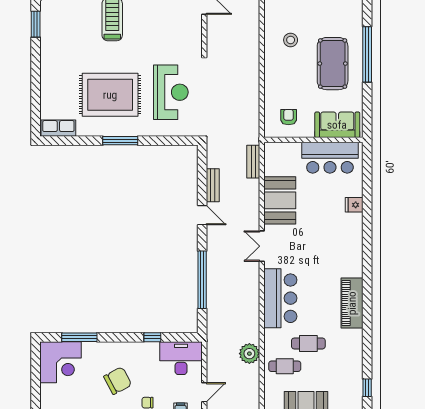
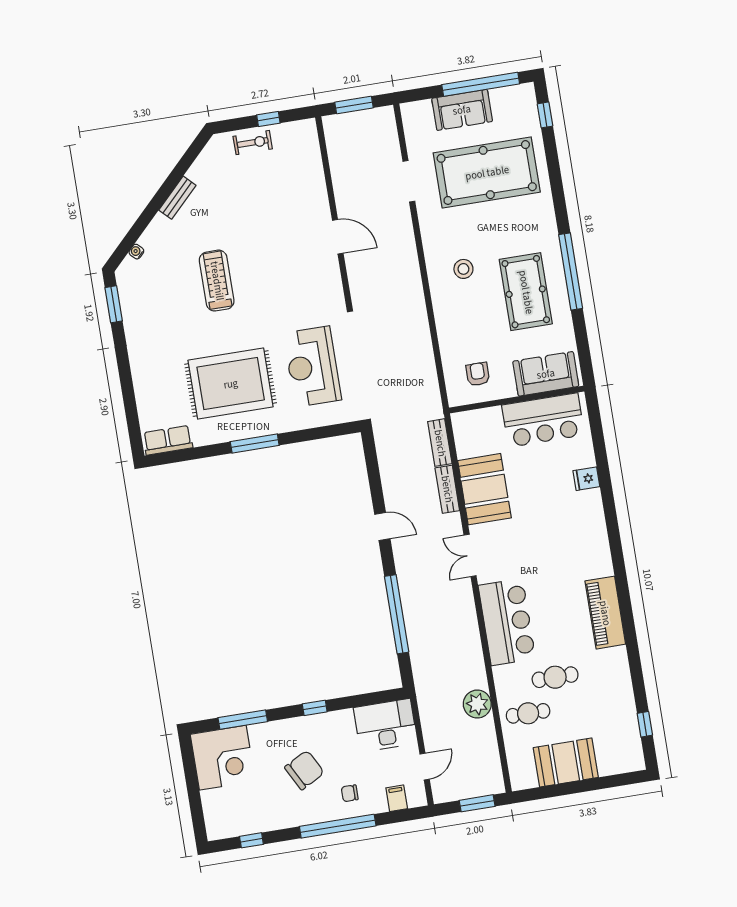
reception desk: (171, 92) -> (312, 367), turned 180
bench: (213, 185) -> (447, 489), moved
window: (152, 337) -> (315, 708), moved

